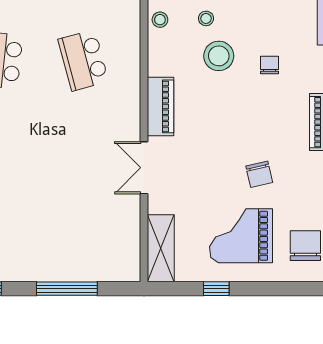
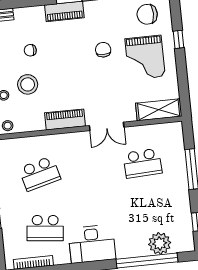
chair: (259, 174) -> (103, 50), turned -77
school desk: (83, 216) -> (142, 163), added
window: (216, 289) -> (178, 39), moved

